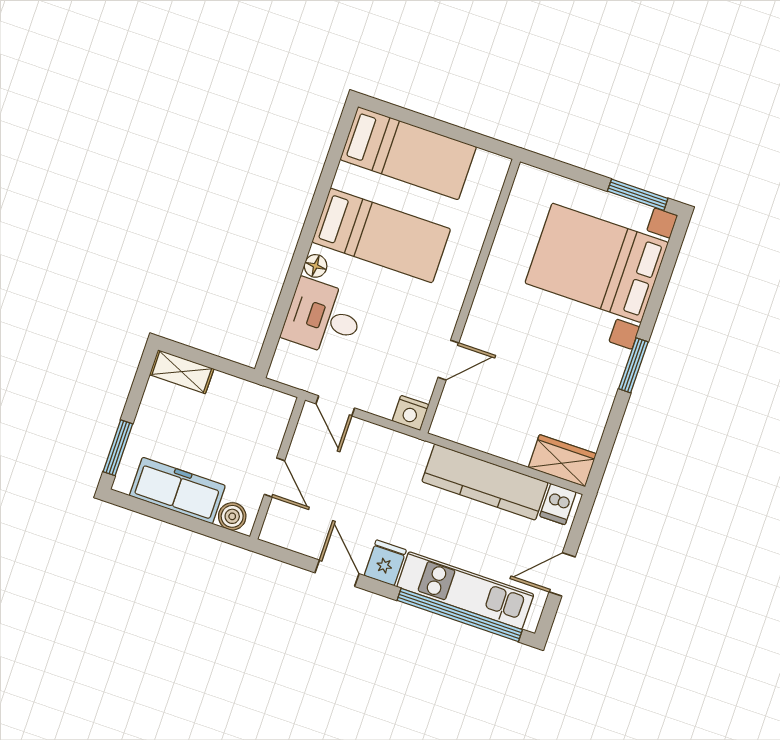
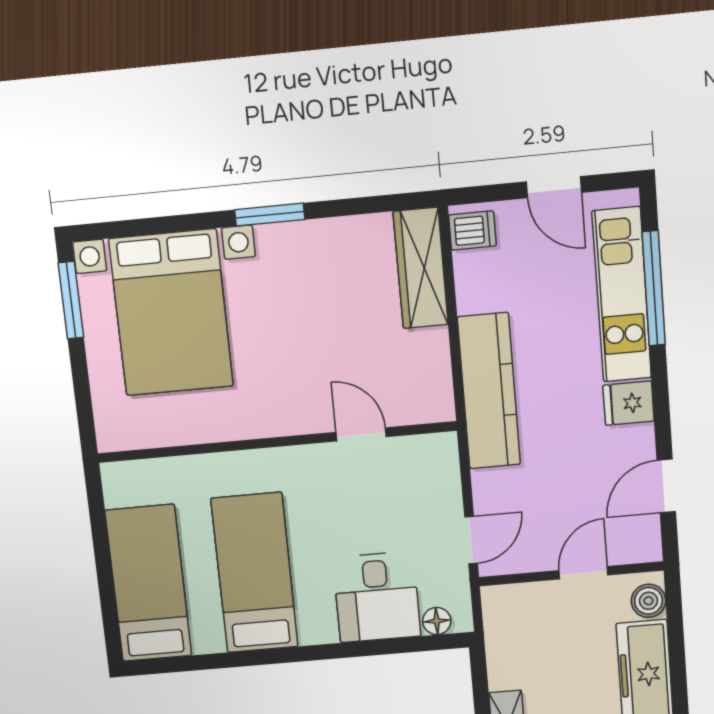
floor lamp: (316, 266) -> (437, 621), moved
nightstand: (411, 413) -> (441, 451), removed
wardrobe: (562, 461) -> (421, 268), width x1.50
kitchen counter: (485, 482) -> (489, 391), moved
door: (337, 573) -> (666, 486), moved
window: (460, 615) -> (654, 288), width x0.68

